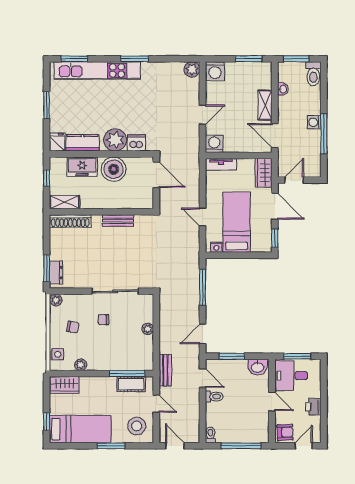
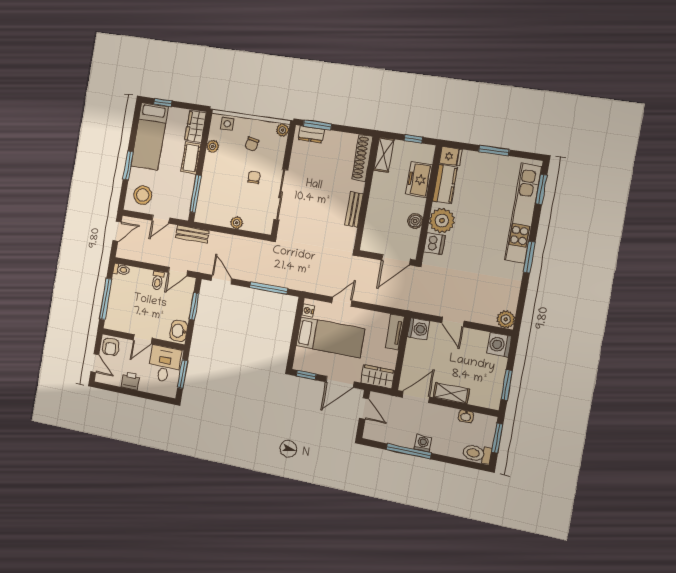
boiler: (114, 169) -> (415, 221), width x0.54, depth x0.54
cot: (131, 384) -> (191, 158), moved

